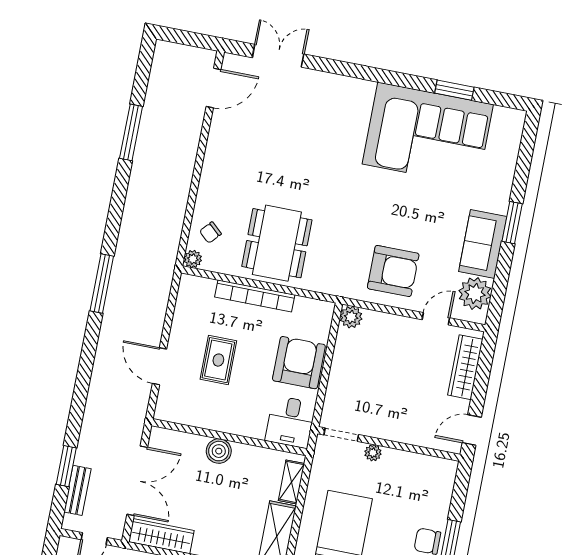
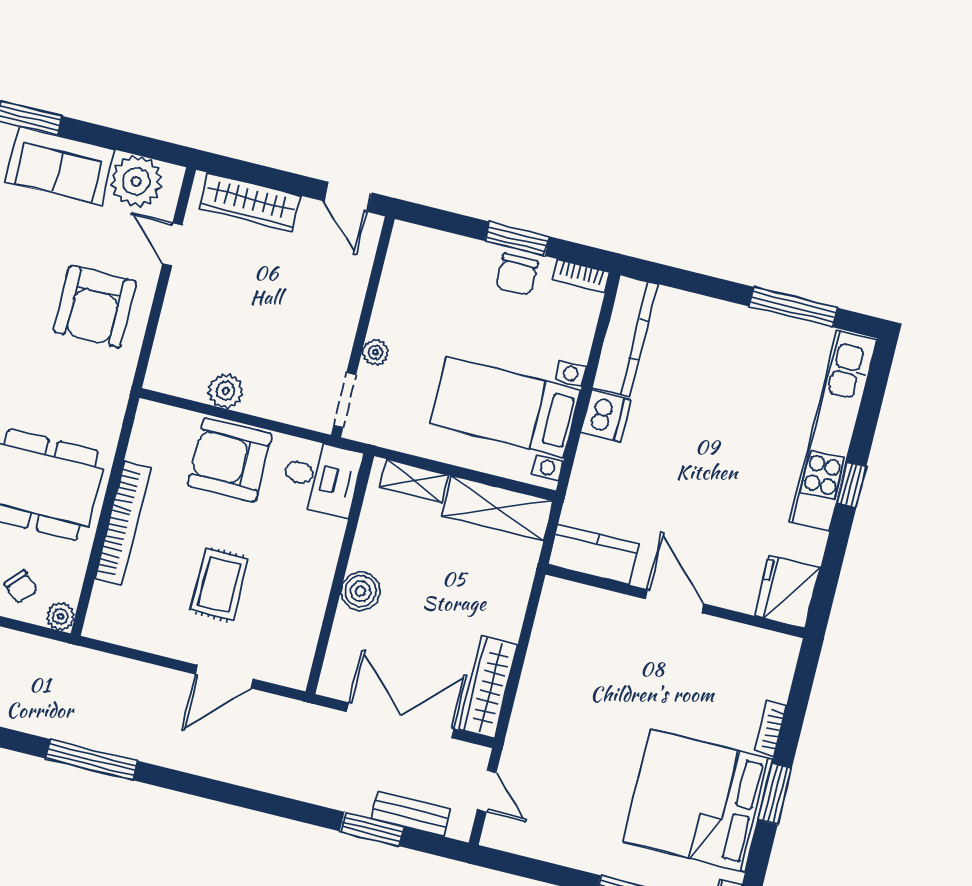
armchair: (393, 271) -> (95, 306), turned 180
plant: (351, 317) -> (226, 391), moved
rug: (218, 360) -> (219, 585), turned 90

